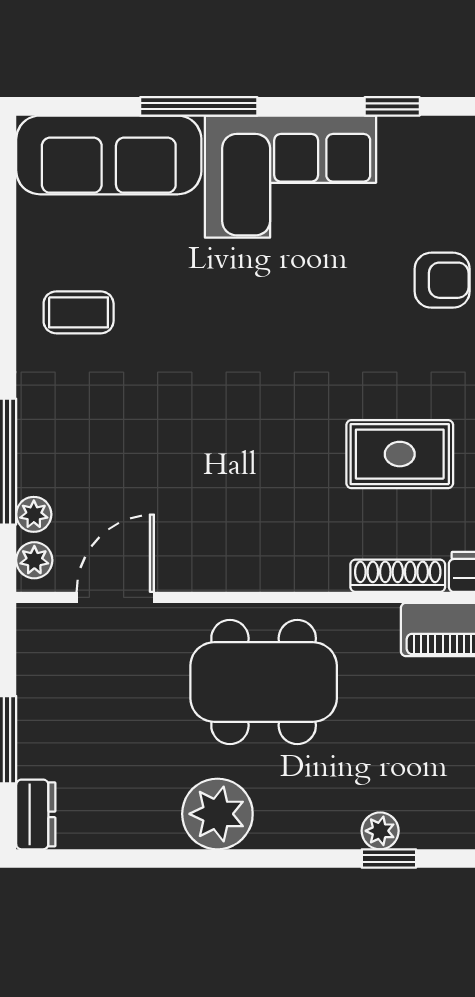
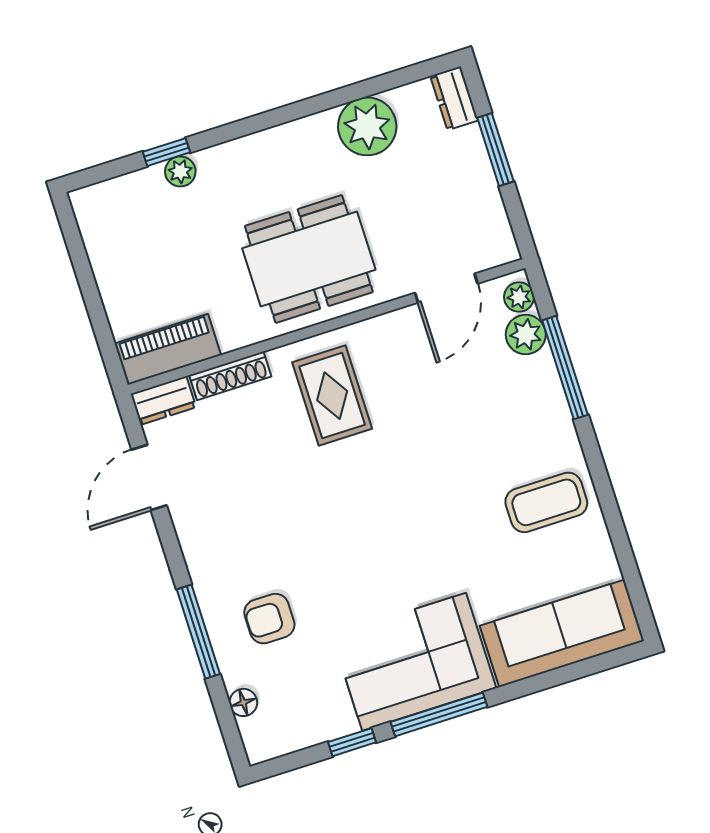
window: (199, 106) -> (439, 714), moved
coffee table: (79, 312) -> (546, 502), width x1.36, depth x1.30
rug: (400, 454) -> (332, 396), moved, turned 90
plant: (34, 514) -> (526, 335), width x1.38, depth x1.38
plant: (217, 814) -> (367, 126), moved

